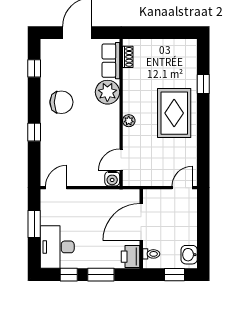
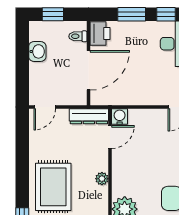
dresser: (141, 179) -> (89, 116), added
washbasin: (189, 255) -> (37, 51), moved

